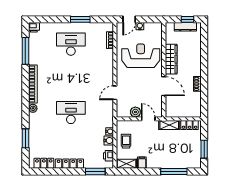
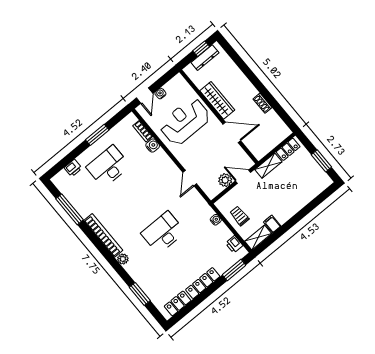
printer: (34, 27) -> (73, 168), moved
water cooler: (109, 140) -> (153, 145), moved
window: (174, 171) -> (310, 207), removed

